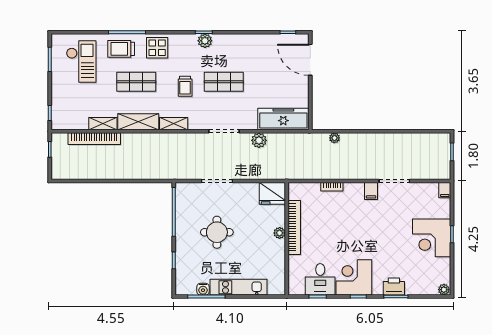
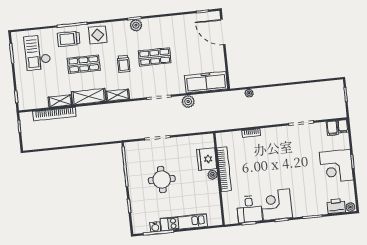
checkout: (81, 62) -> (37, 53), turned 180
filing cabinet: (371, 191) -> (332, 128), moved
fridge: (272, 193) -> (207, 159), moved, turned 90
printer: (394, 287) -> (336, 206), moved

